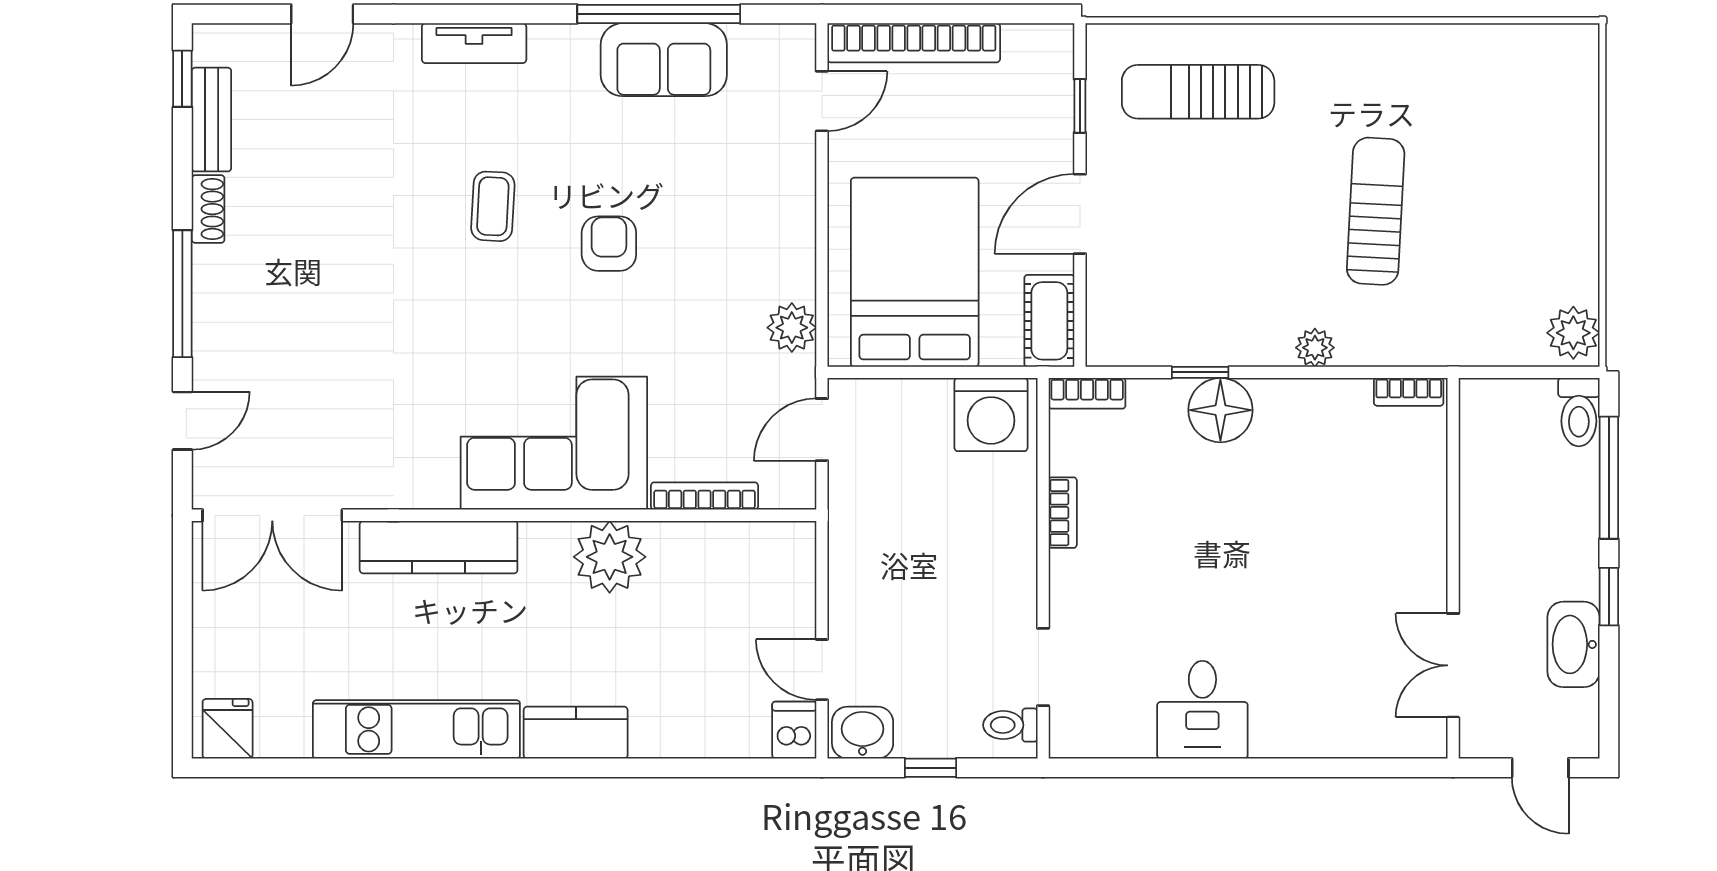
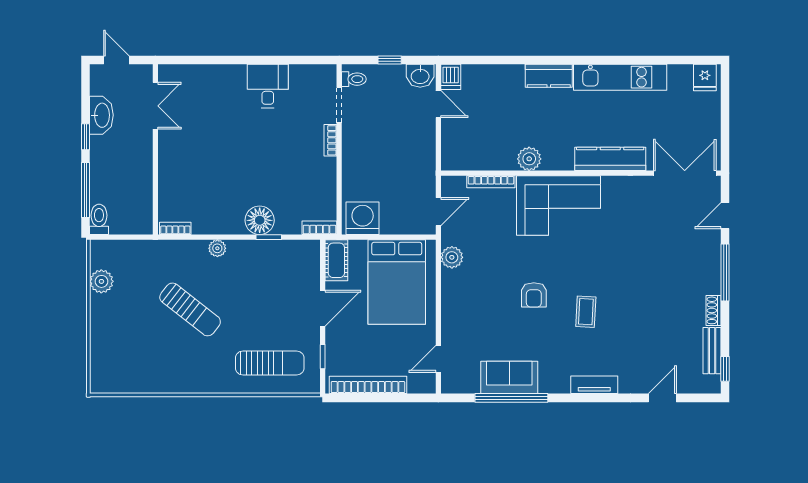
bookcase: (914, 43) -> (368, 385), moved
sun lounger: (1376, 211) -> (190, 309), turned -55
plant: (1573, 333) -> (101, 281), moved
bookcase: (1063, 513) -> (330, 140), moved
plant: (610, 557) -> (529, 159), width x0.73, depth x0.73

